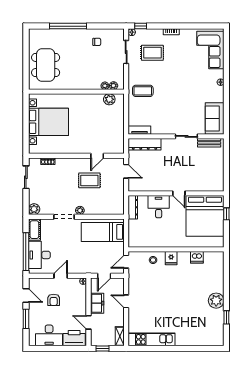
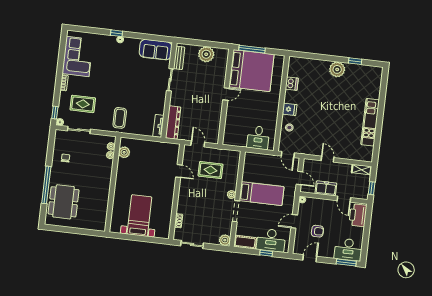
corner sofa: (210, 50) -> (78, 56), moved, turned -90
rug: (152, 53) -> (83, 104), turned 90
dining table: (46, 65) -> (64, 202), moved, turned 90
window: (226, 78) -> (116, 33), added
bed with nightstands: (48, 122) -> (139, 216), width x0.73
plant: (216, 169) -> (206, 54), added
door: (126, 171) -> (198, 144), hinge flipped
rug: (89, 180) -> (210, 170), moved, turned 90
dresser: (133, 207) -> (234, 141), removed
desk: (159, 207) -> (258, 138), moved, turned -90
window: (226, 214) -> (252, 49), width x2.17
bed: (103, 232) -> (262, 194), moved, turned -90
window: (26, 252) -> (266, 253), width x0.32
door: (61, 276) -> (294, 221), hinge flipped
door: (126, 301) -> (327, 159), swing flipped
window: (26, 319) -> (346, 263), moved
door: (89, 322) -> (344, 199), hinge flipped
desk: (49, 335) -> (348, 250), moved, turned 90
kitchen unit: (152, 339) -> (370, 122), moved

